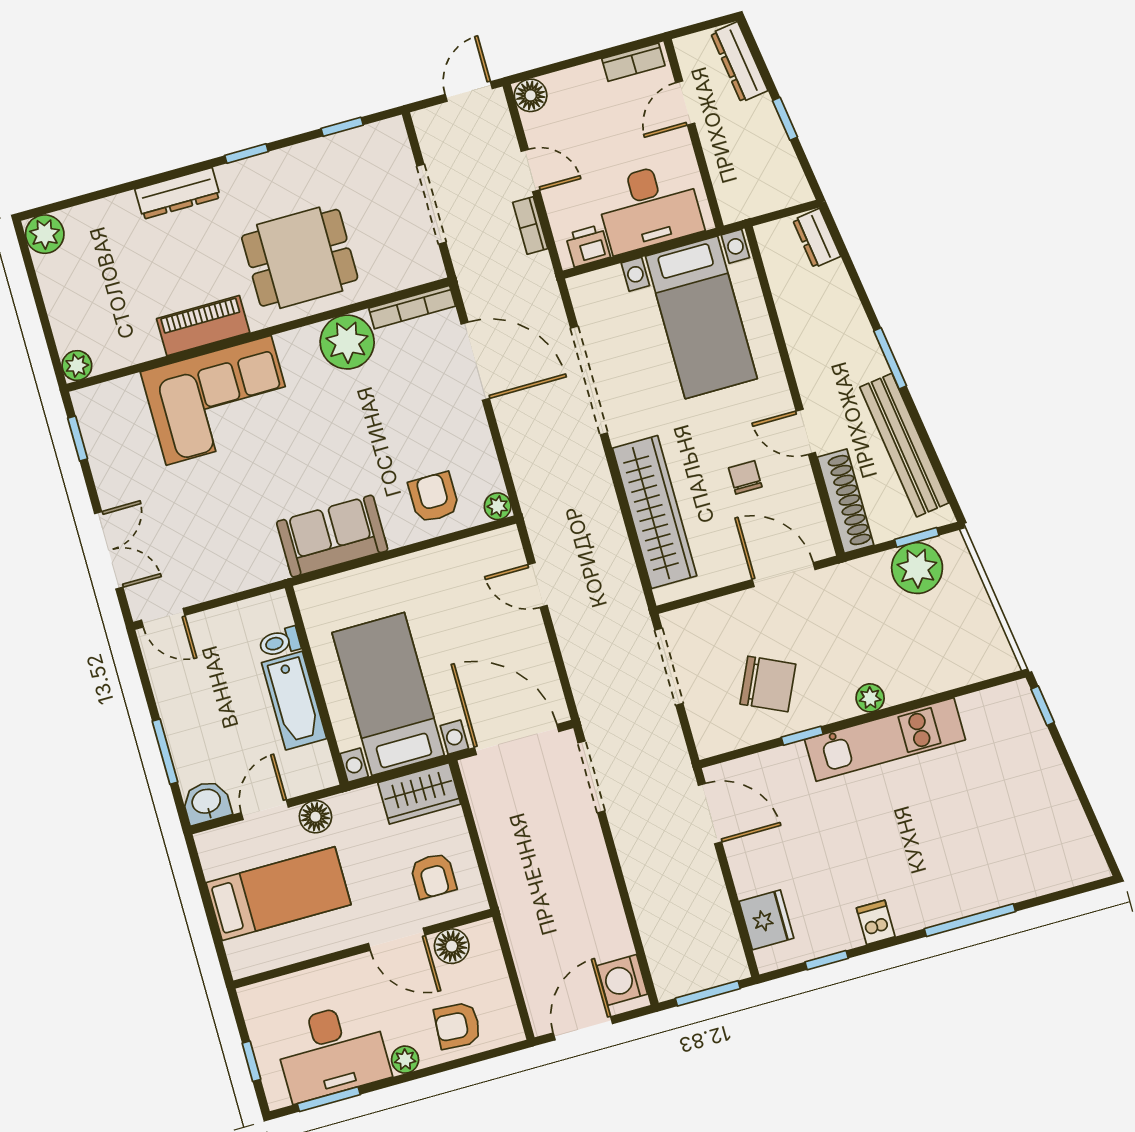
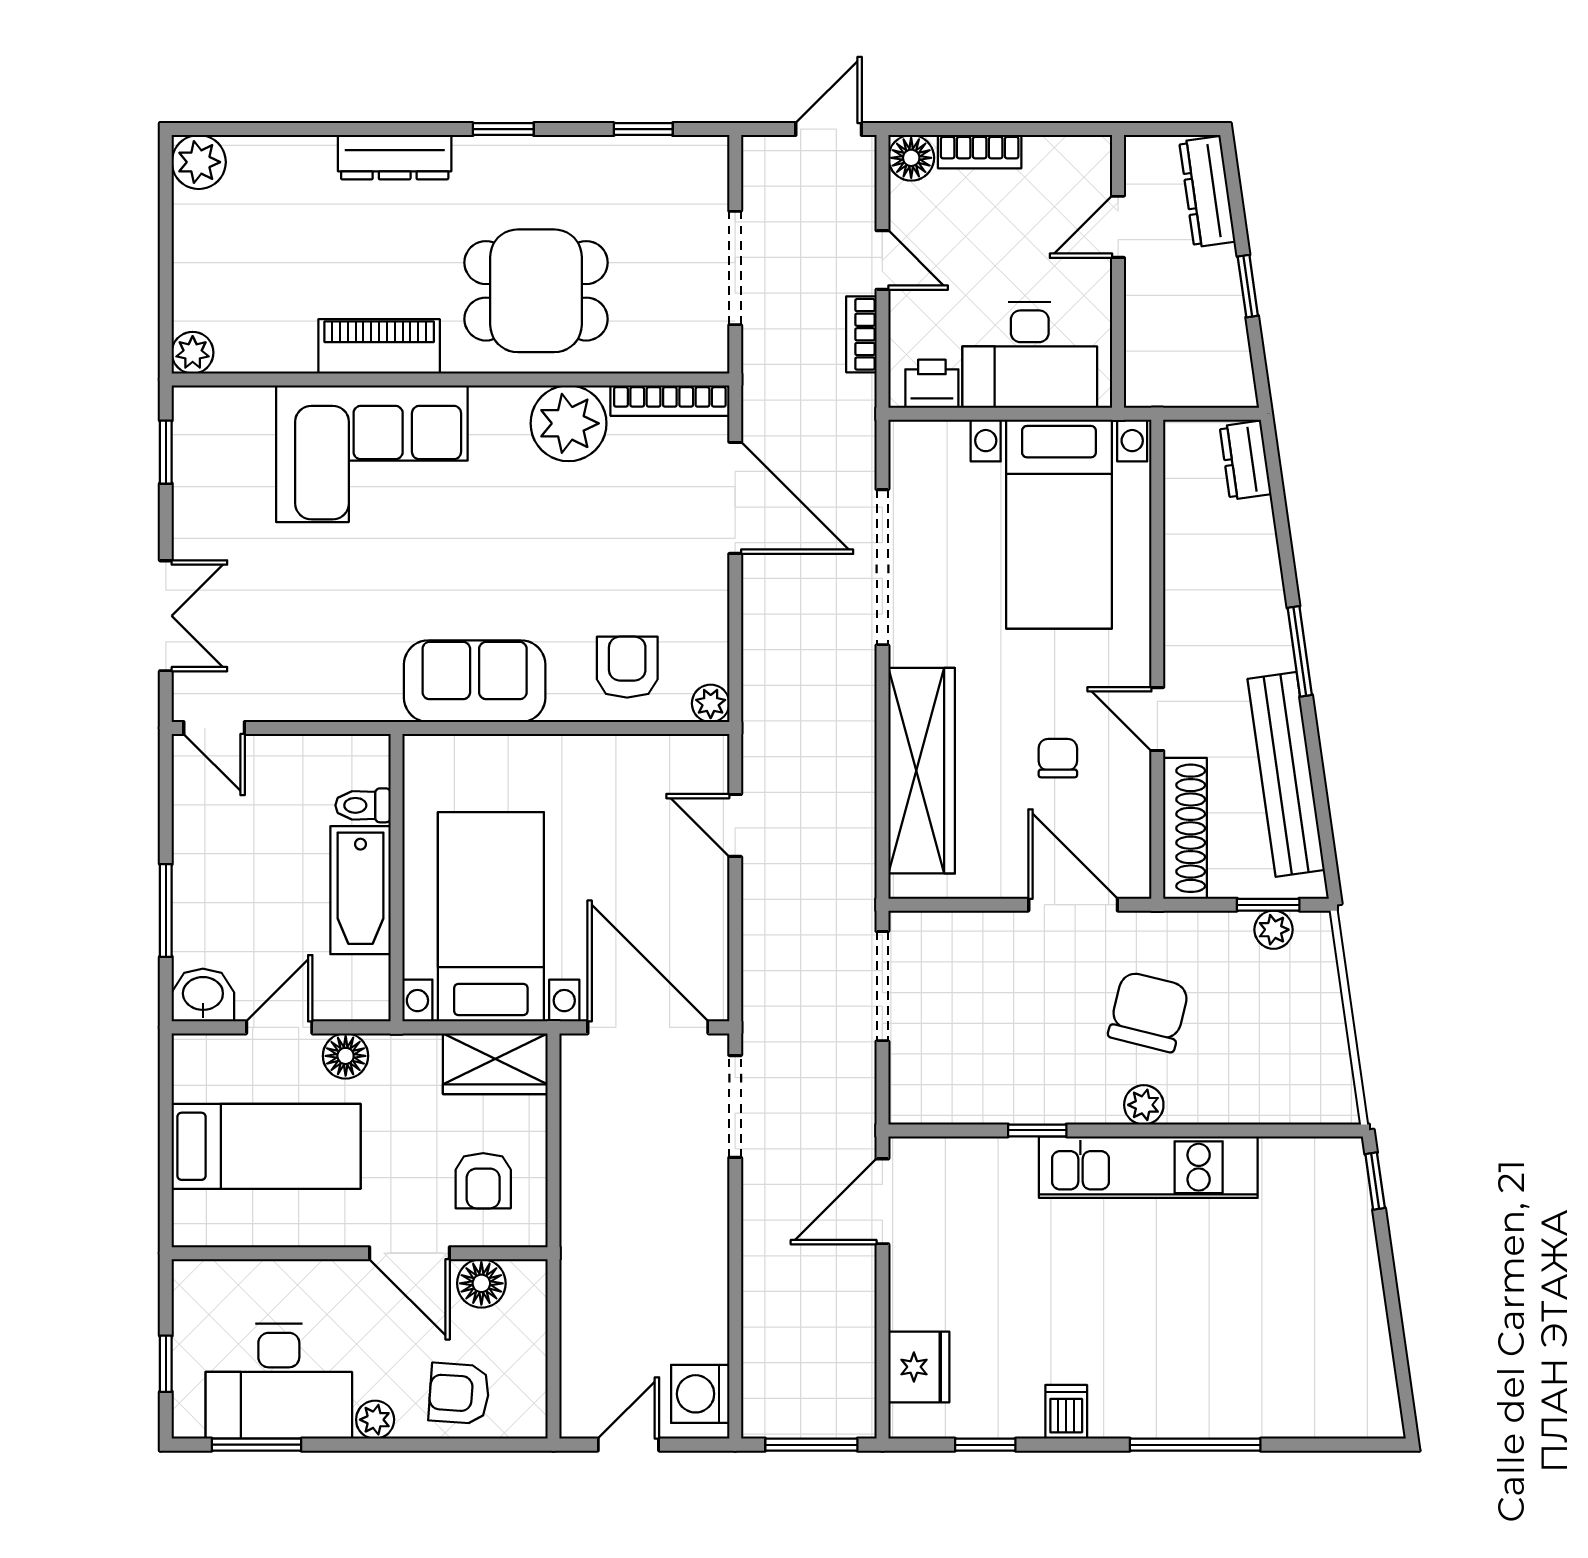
bookcase: (633, 62) -> (980, 152), moved
plant: (917, 568) -> (1274, 930), width x0.53, depth x0.53
chair: (768, 684) -> (1148, 1012), moved, turned -101
door: (710, 814) -> (882, 1201), swing flipped
door: (583, 1028) -> (628, 1445), width x0.73

